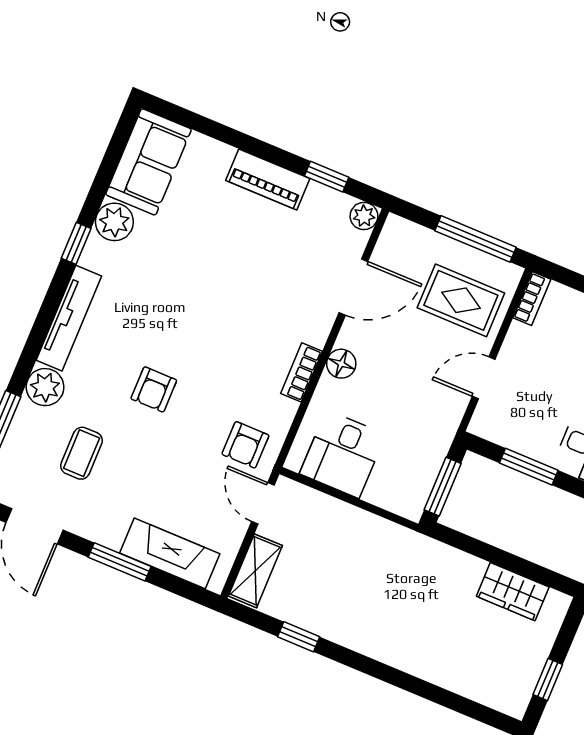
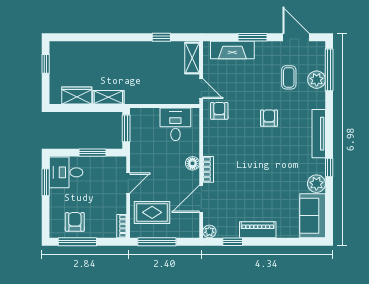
bookcase: (301, 372) -> (208, 169), moved
plant: (45, 387) -> (317, 80), moved
shelving: (452, 562) -> (108, 97), added

